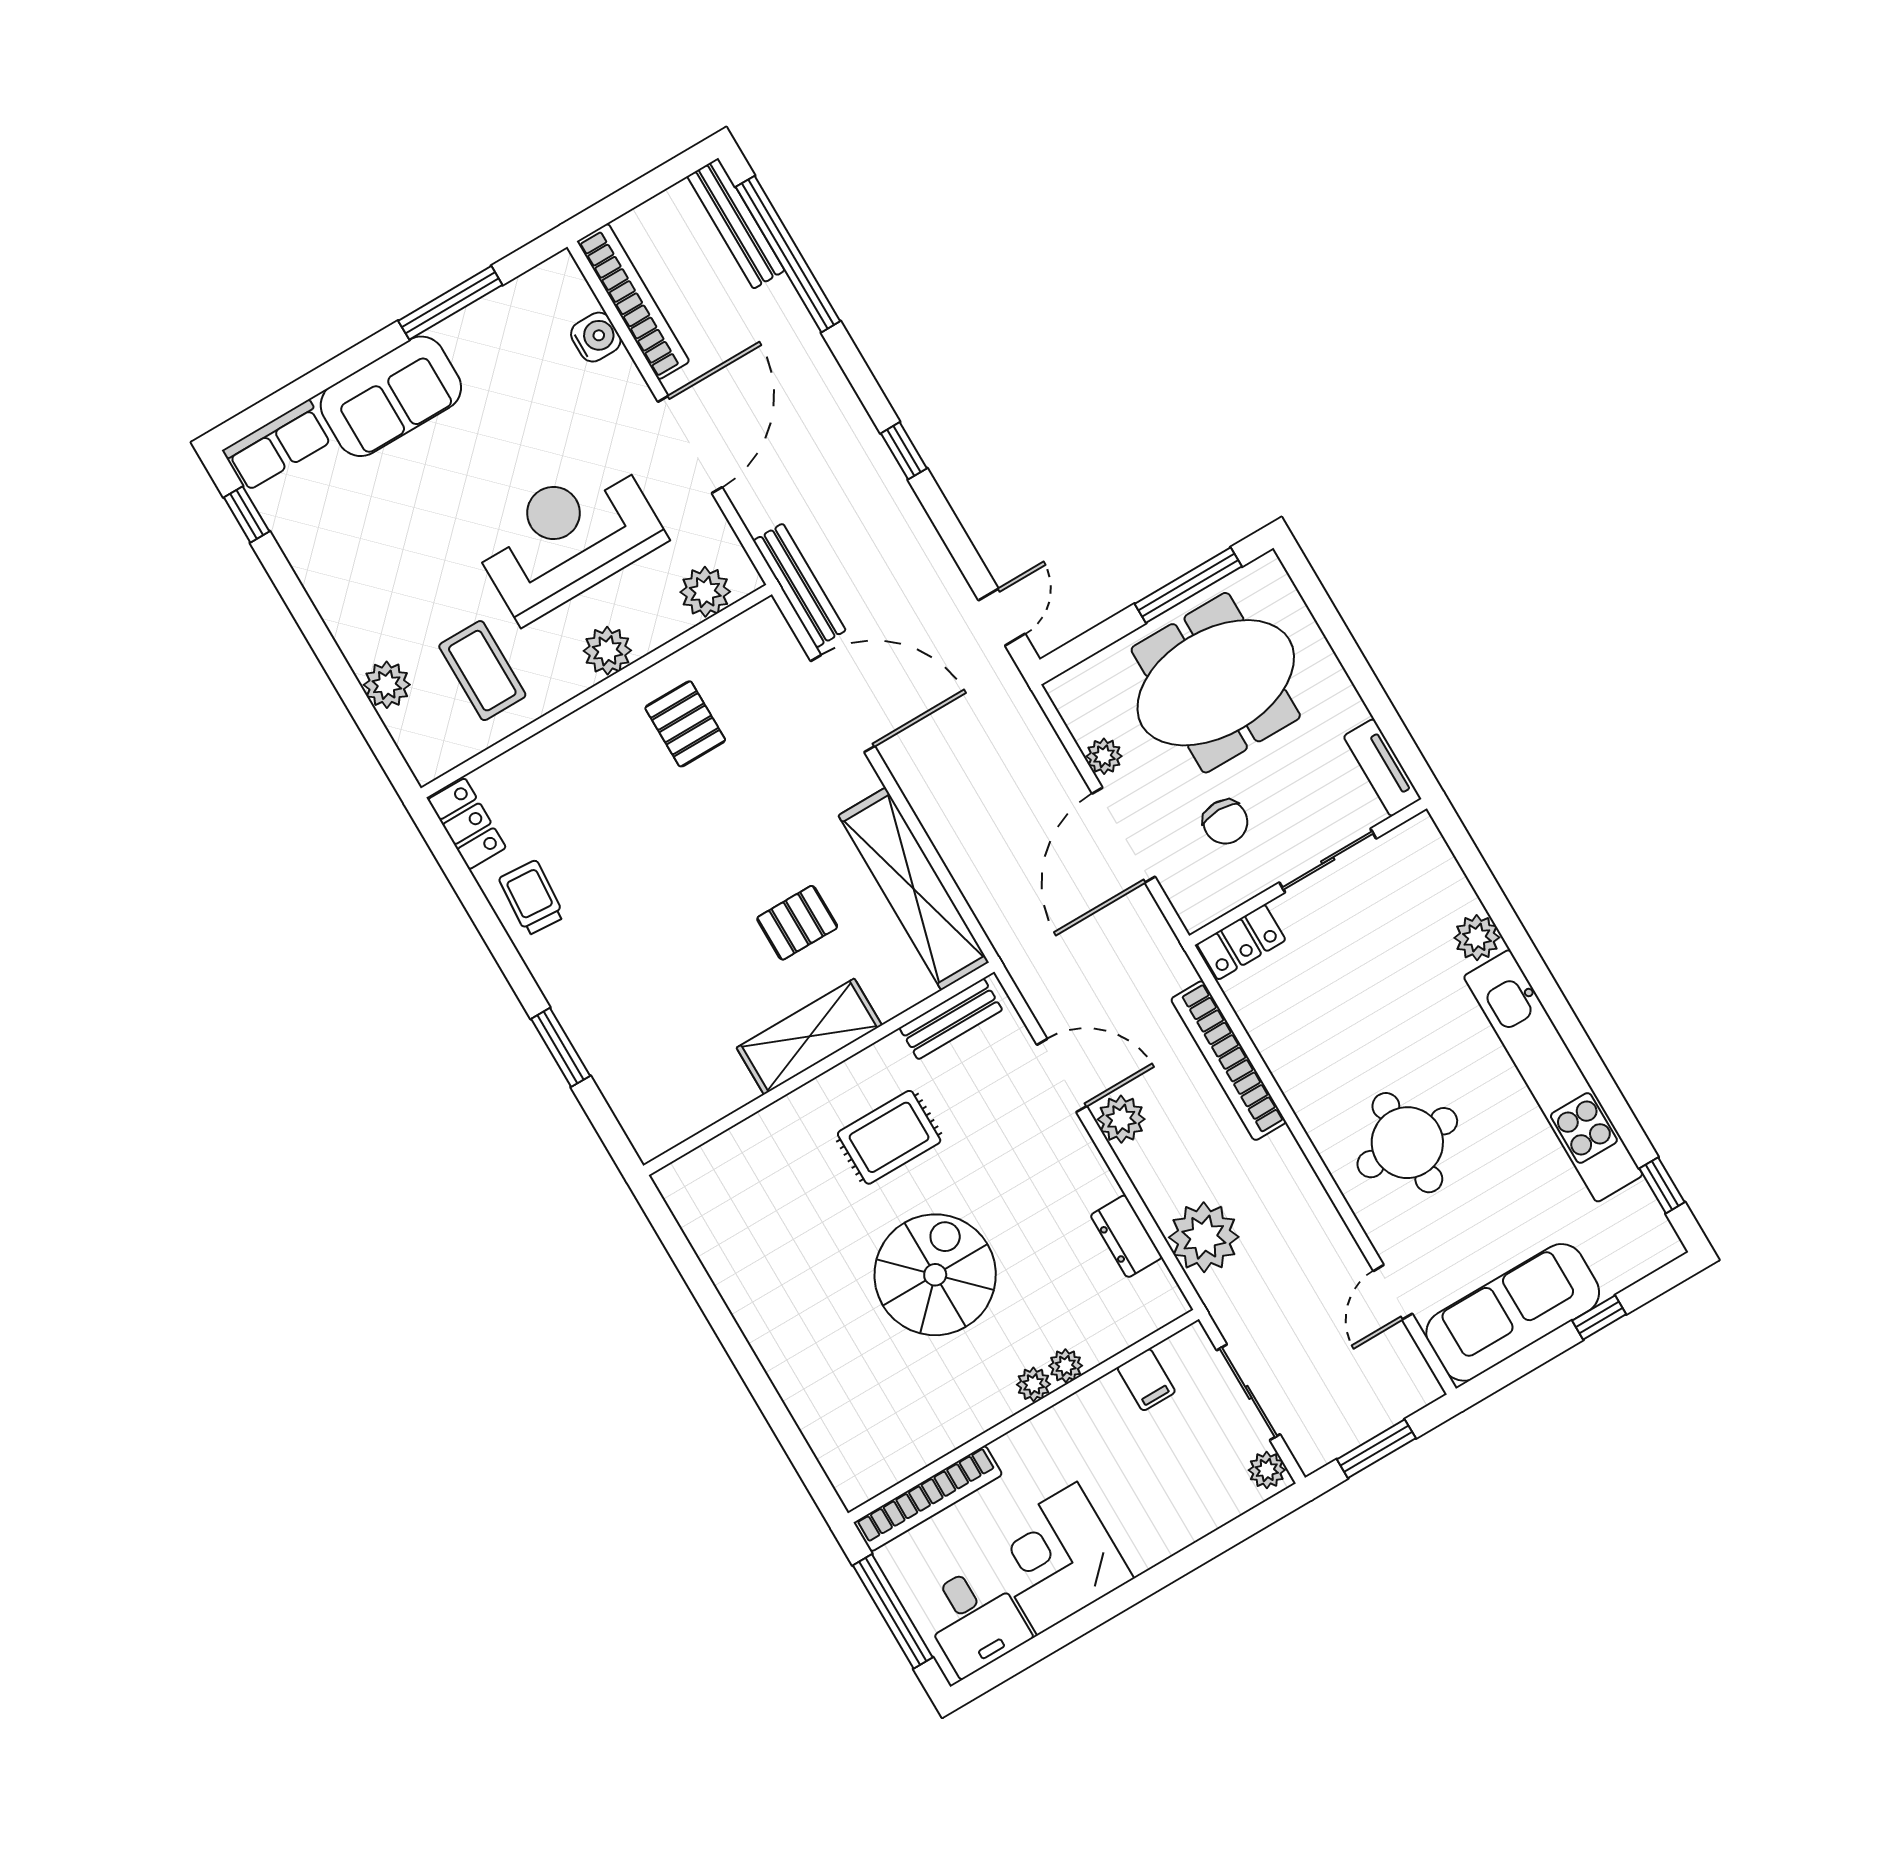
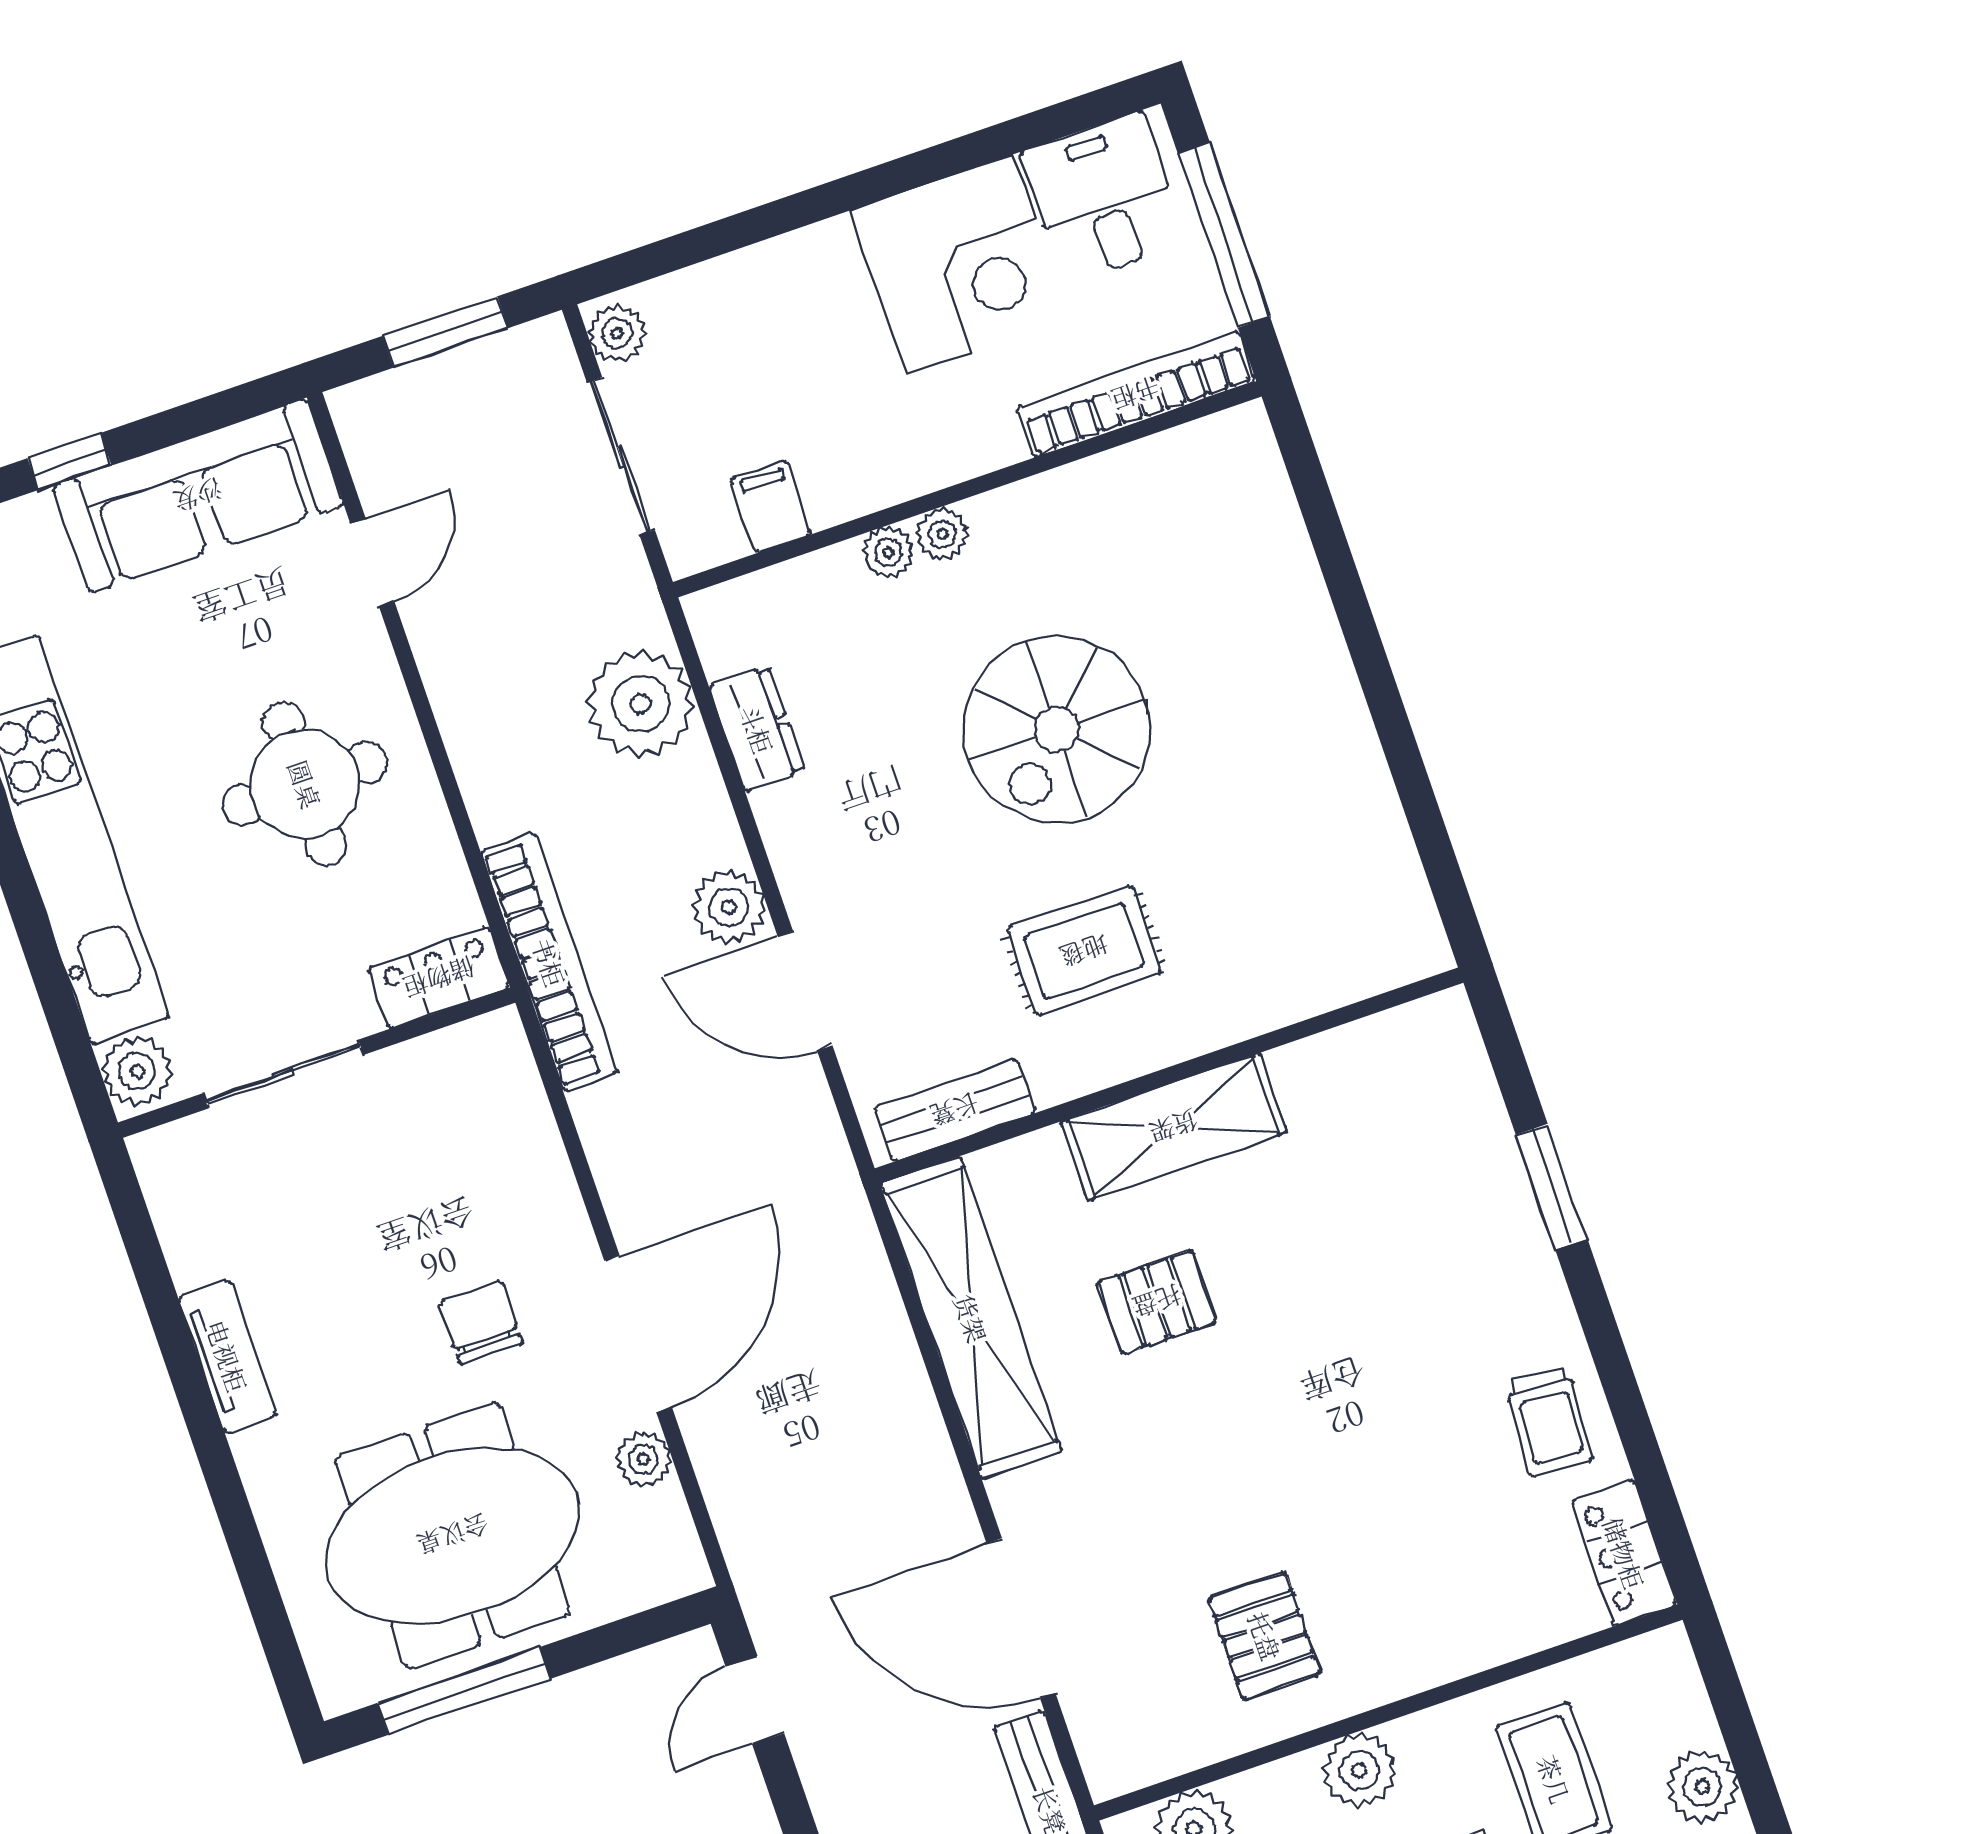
sliding door: (1328, 860) -> (283, 1074), moved
wall: (1308, 872) -> (317, 1063), moved
locker: (1241, 942) -> (439, 978), moved

